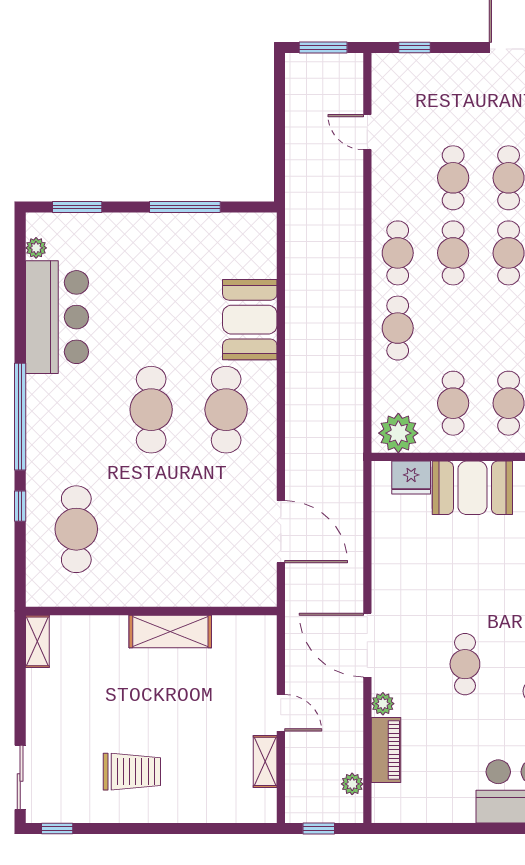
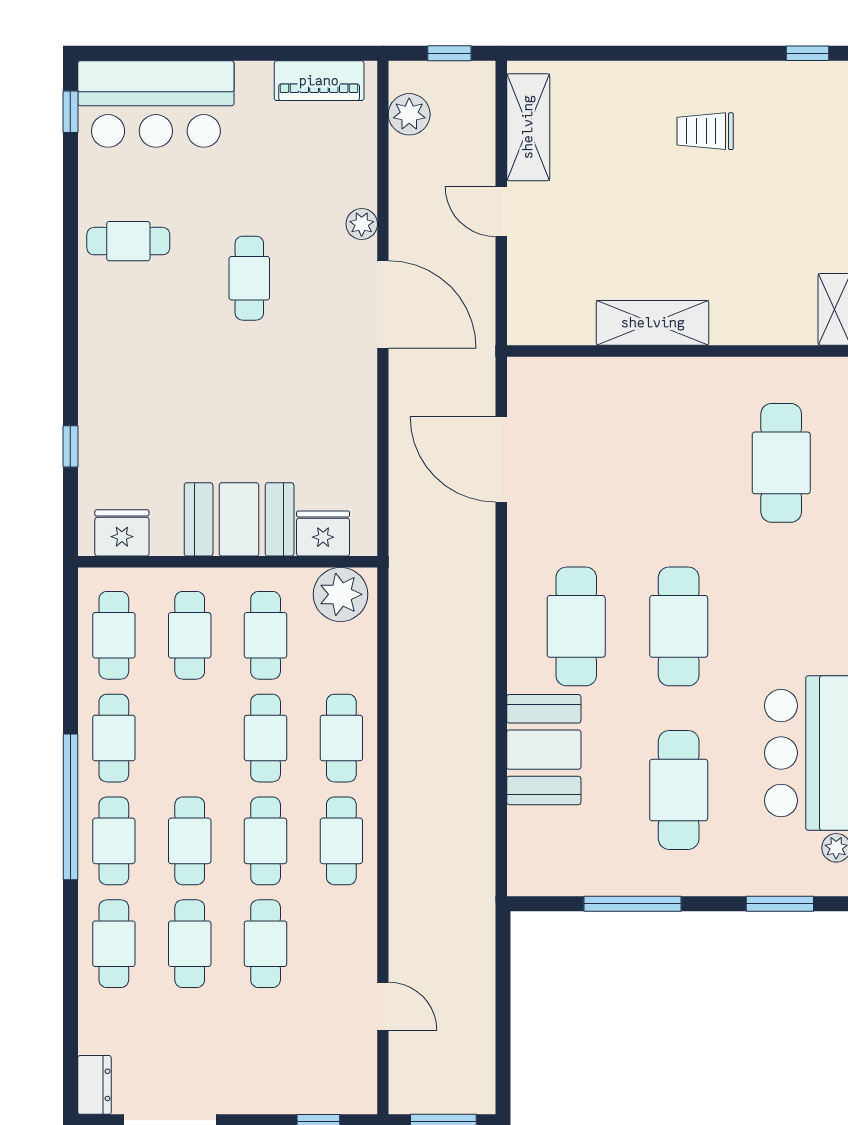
cafe table: (151, 290) -> (679, 790), added
cafe table: (453, 328) -> (266, 738), added
piano: (386, 750) -> (319, 81), moved, turned -90
shelving: (265, 761) -> (528, 127), width x1.50, depth x1.33
trolley: (132, 772) -> (705, 131), width x0.73, depth x0.72
plant: (352, 784) -> (409, 114), width x1.38, depth x1.38

